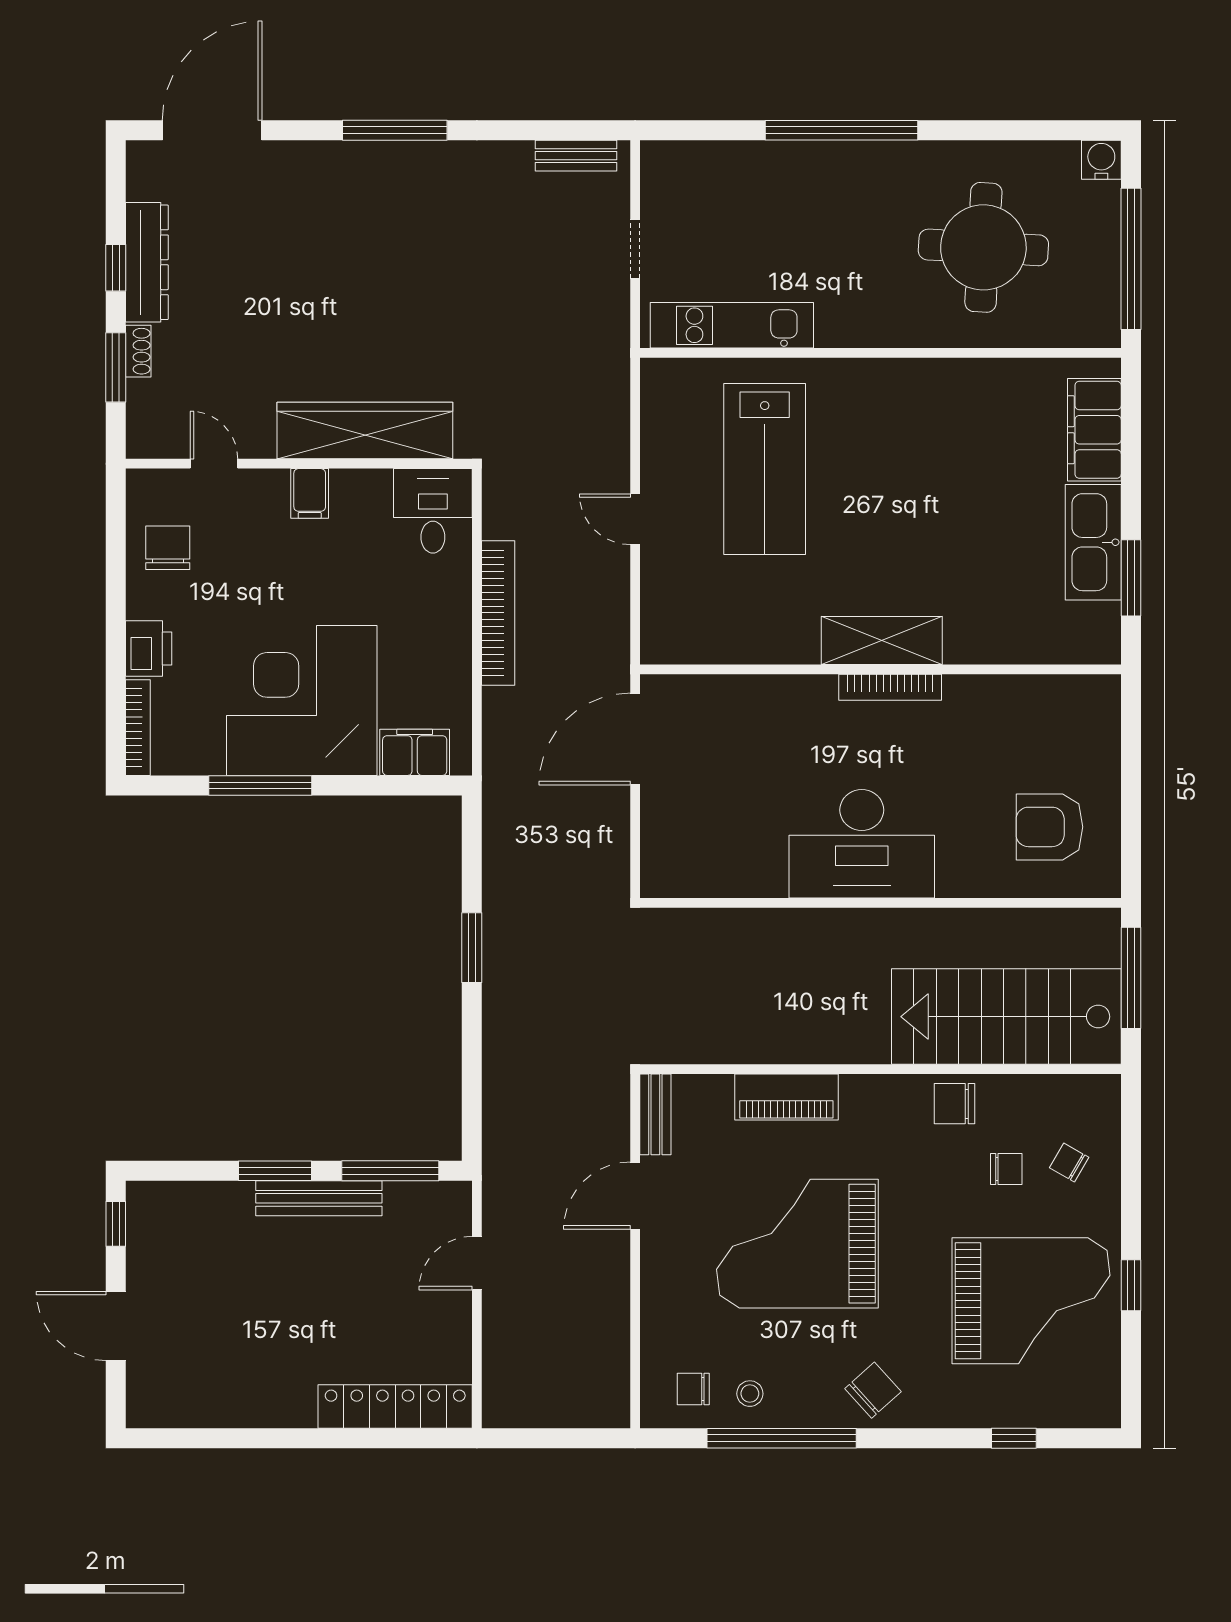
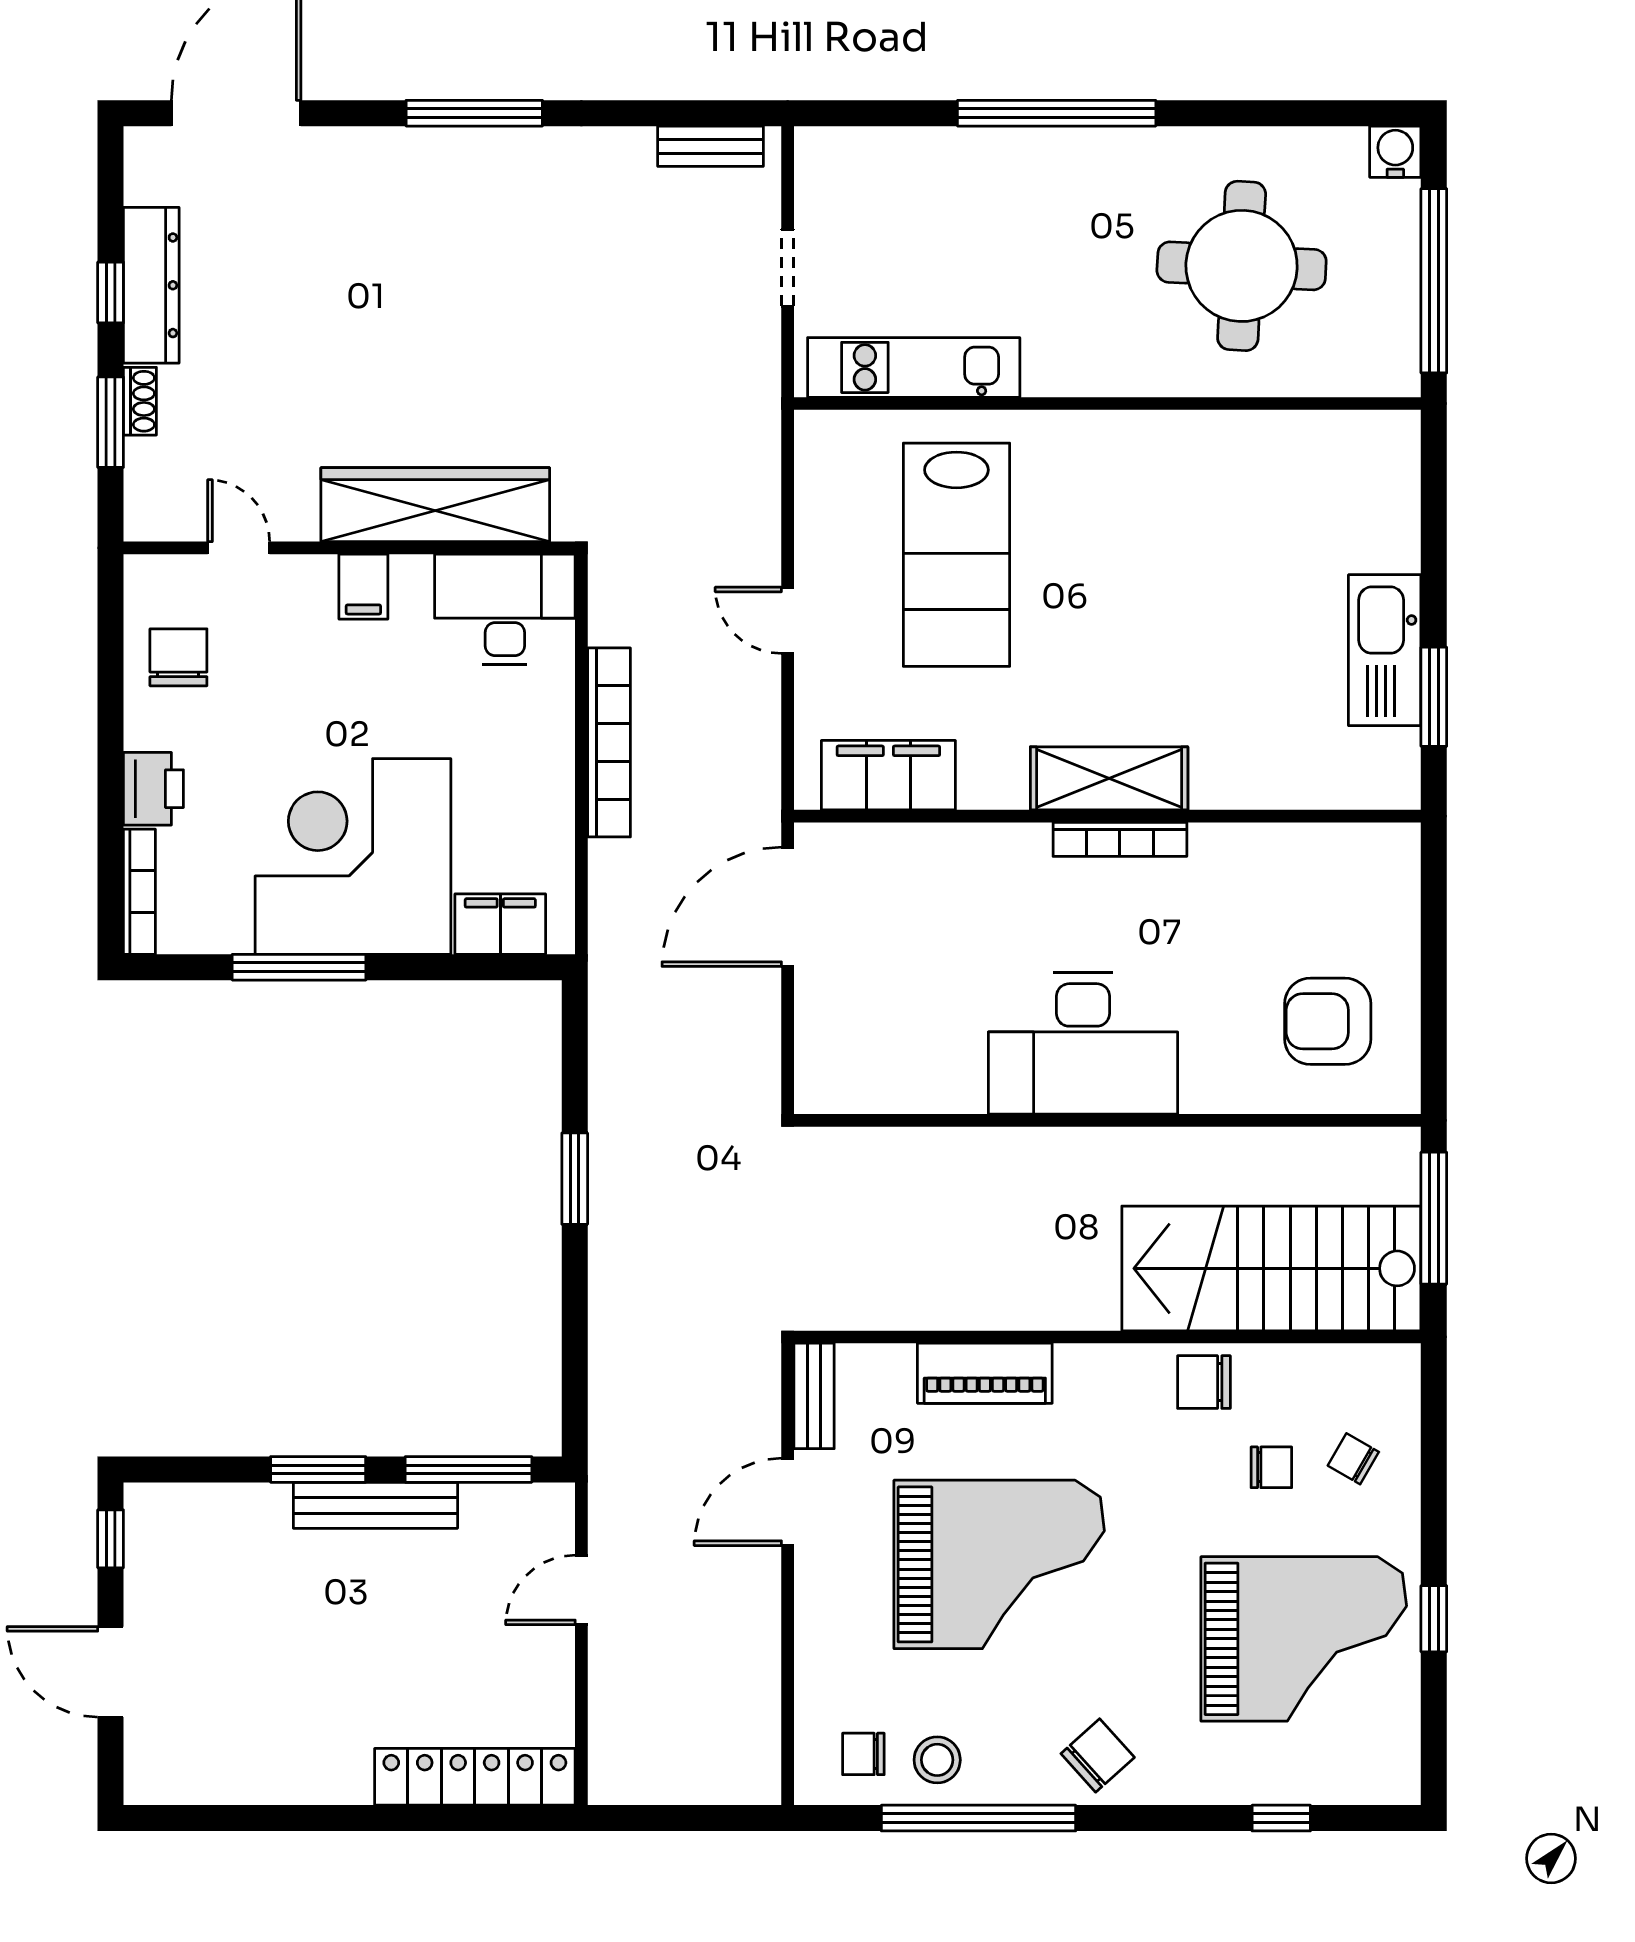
filing cabinet: (1094, 430) -> (888, 775), moved, turned 90
desk: (433, 511) -> (505, 609), width x1.37
grand piano: (797, 1244) -> (999, 1564), turned 180
stool: (750, 1394) -> (937, 1760), width x1.37, depth x1.37

